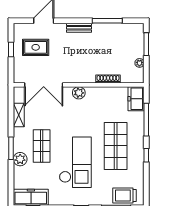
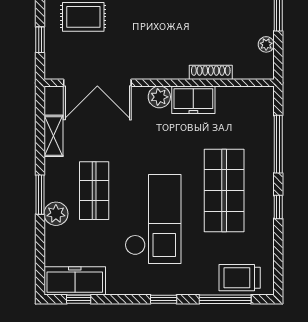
window: (11, 50) -> (40, 40), moved
freezer: (136, 99) -> (193, 100), moved, turned -90

